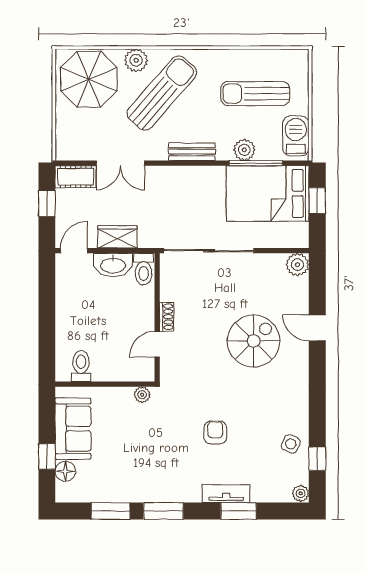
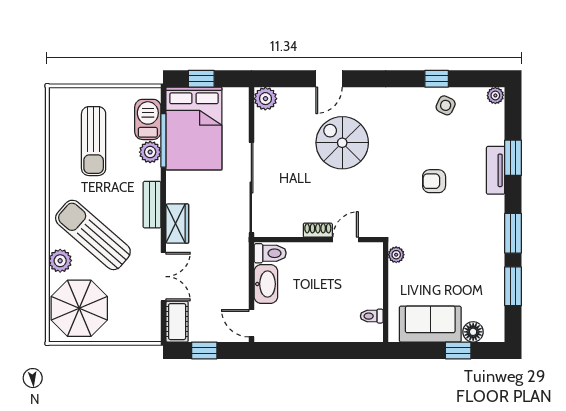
barbecue: (296, 136) -> (148, 119), moved, turned 90
wardrobe: (117, 237) -> (177, 224), moved, turned 180
door: (157, 344) -> (346, 240), swing flipped
toilet: (81, 366) -> (372, 316), width x0.73, depth x0.72
window: (317, 459) -> (437, 79), moved

